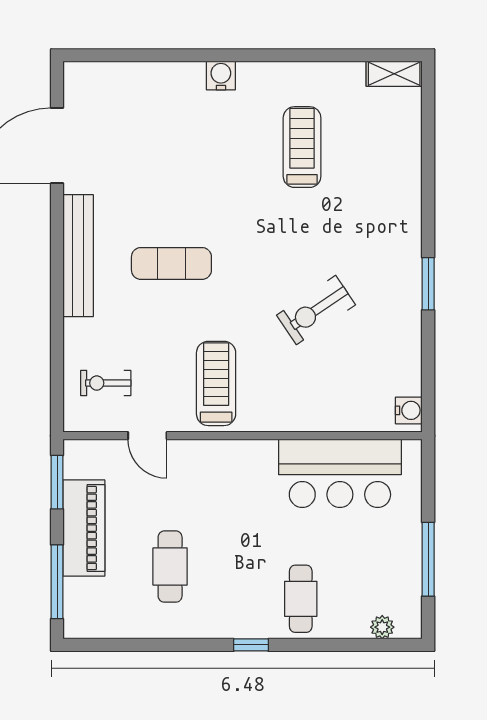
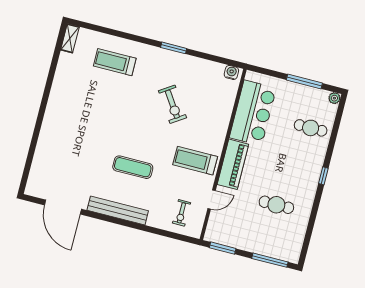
water cooler: (221, 76) -> (50, 121), removed
treadmill: (302, 147) -> (115, 62), moved
exercise mat: (171, 263) -> (133, 167), turned 90
piano: (84, 528) -> (233, 164), moved, turned 90
cafe table: (301, 599) -> (311, 128), moved
plant: (382, 627) -> (334, 98), moved

